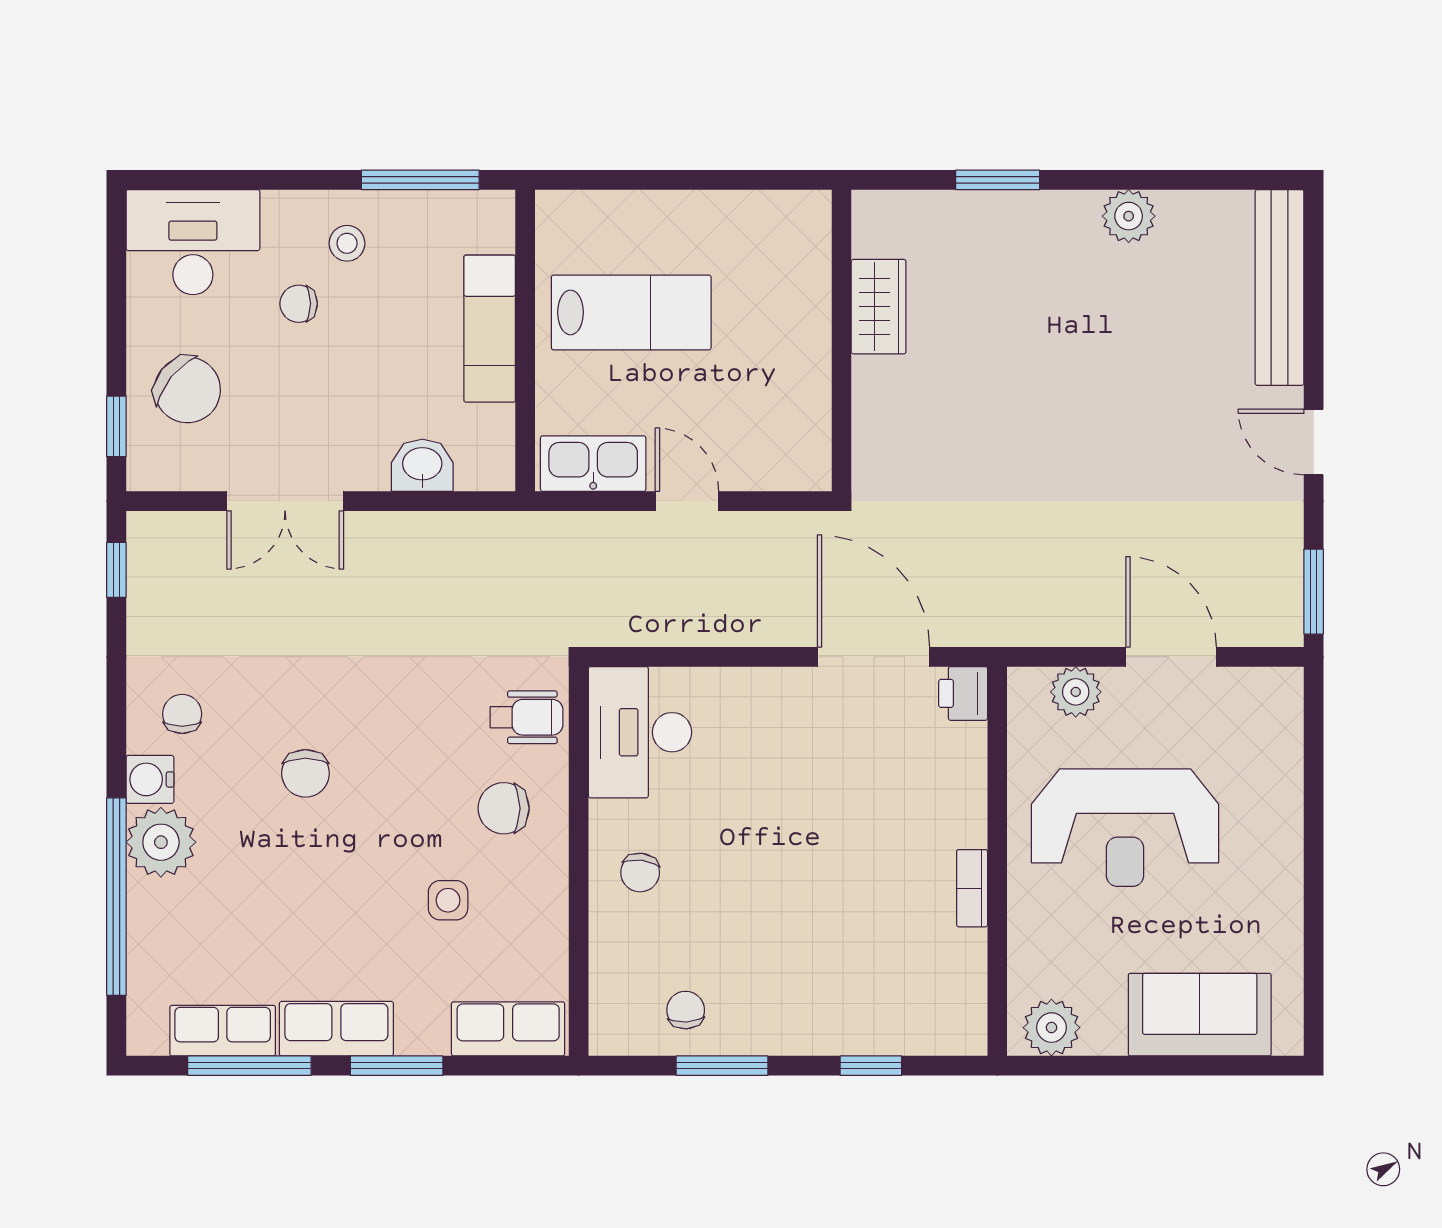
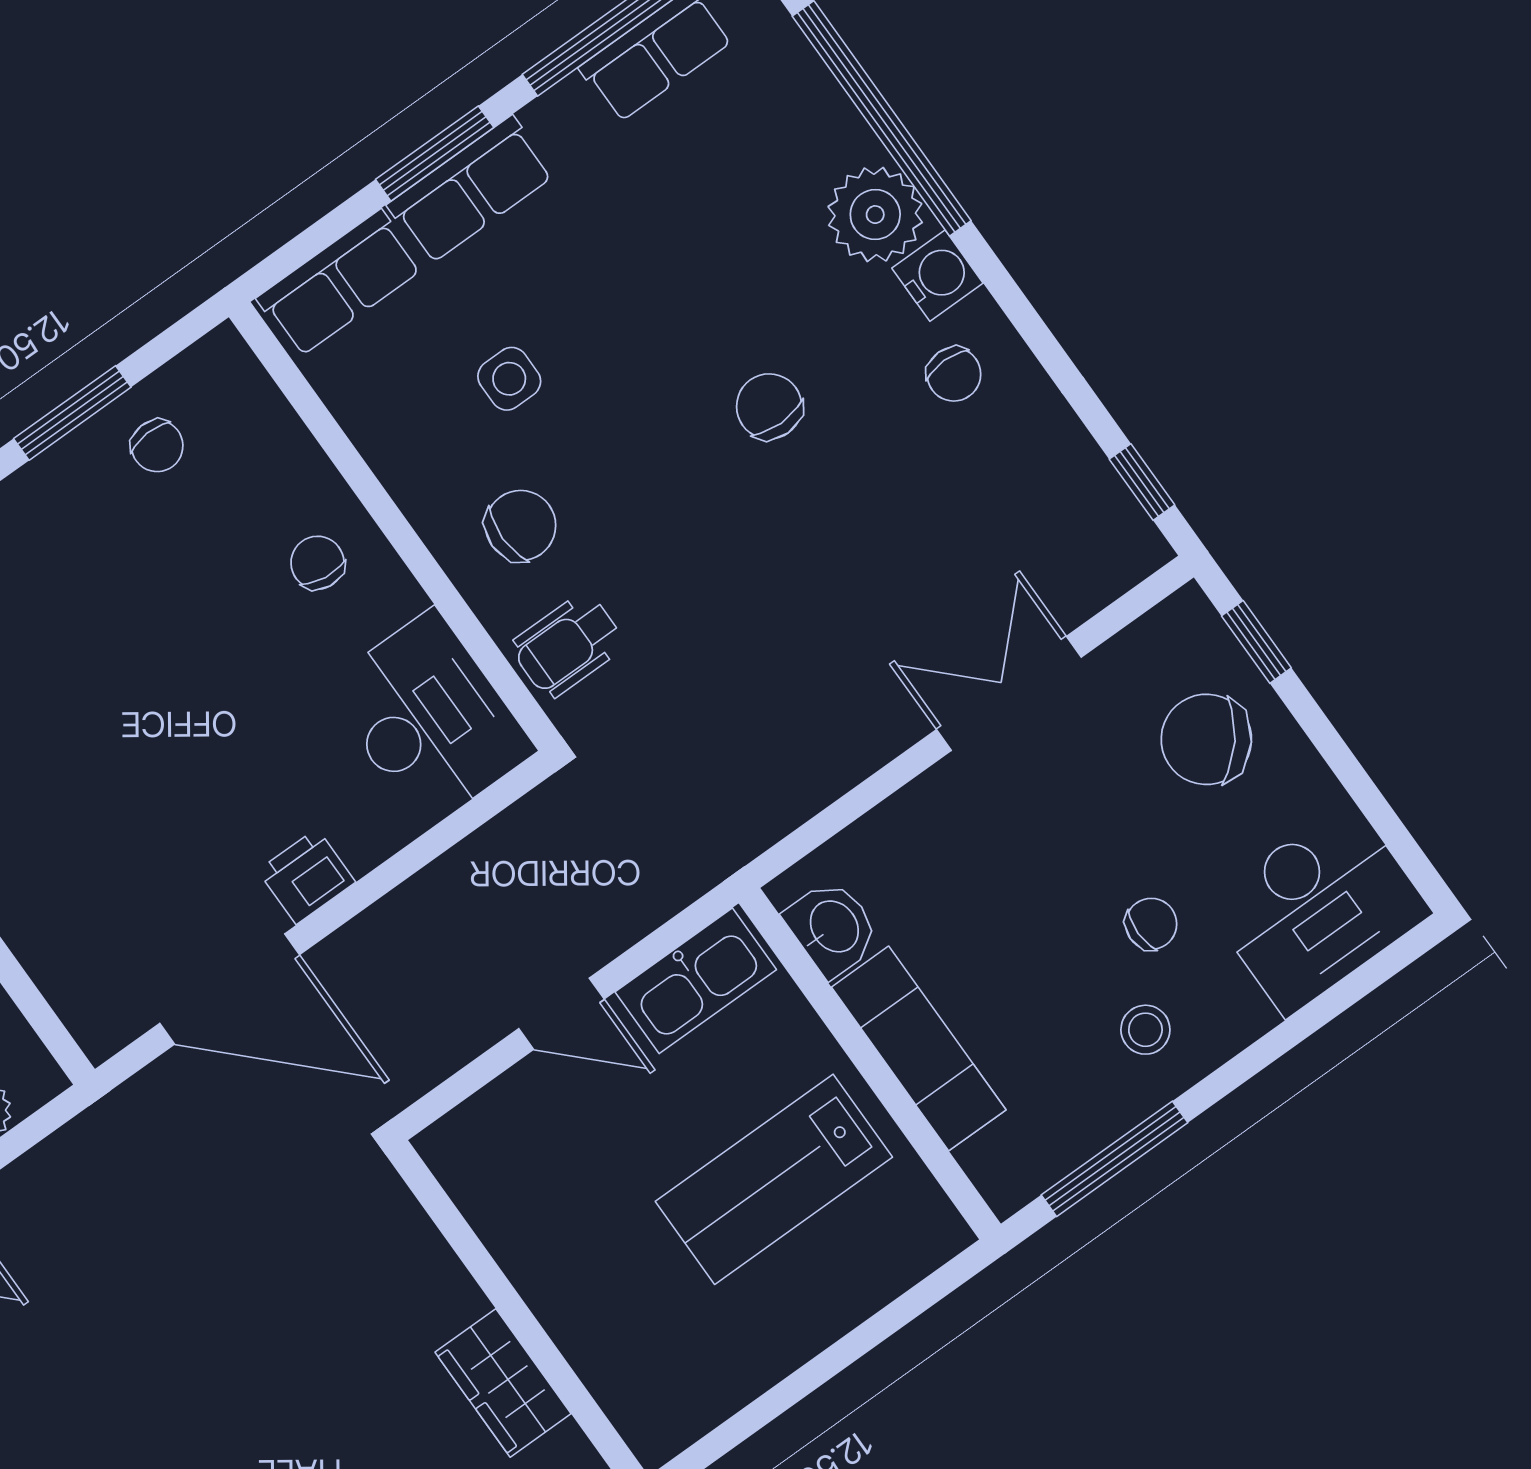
washbasin: (422, 465) -> (833, 928), moved, turned -90
printer: (963, 693) -> (307, 876), moved, turned -90
row of seats: (336, 1029) -> (471, 190), moved

